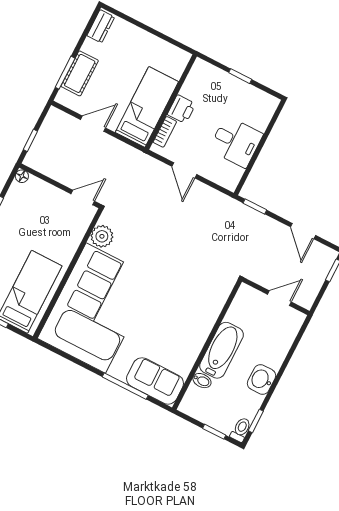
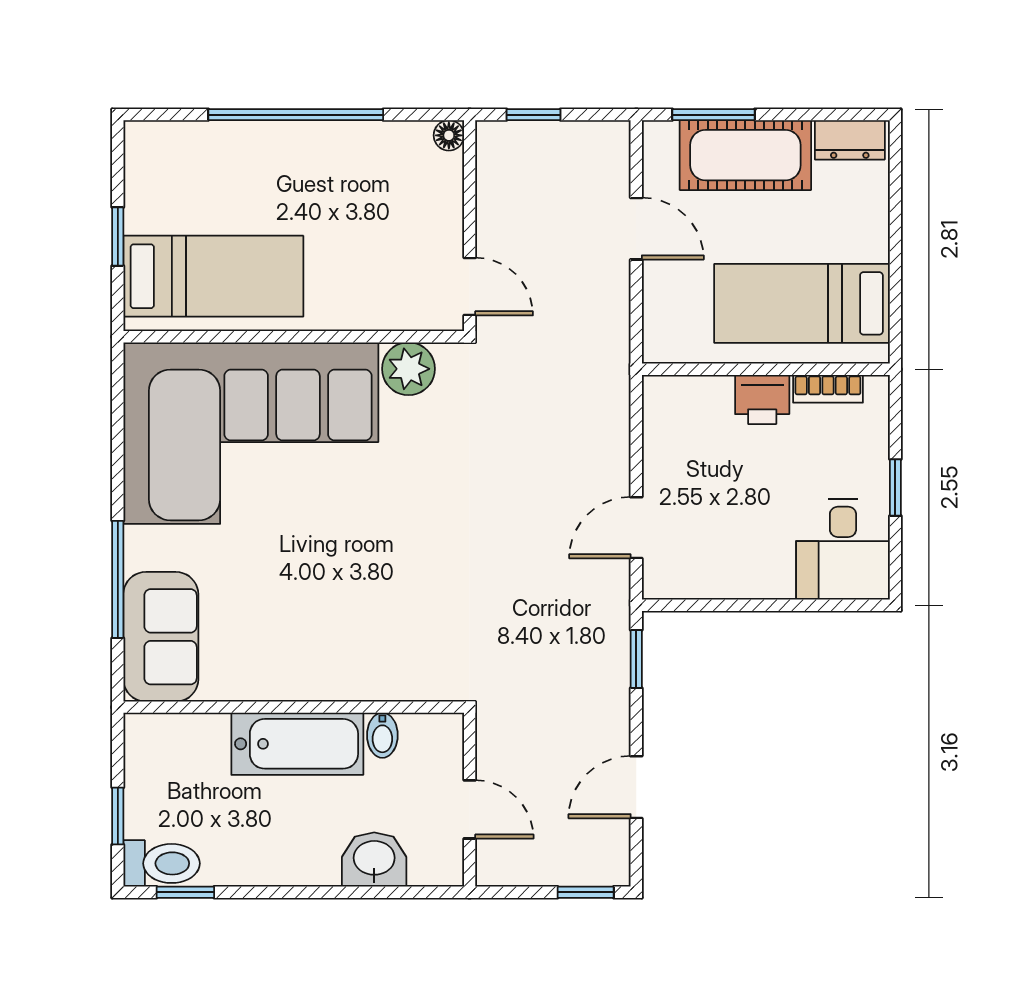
cot: (80, 73) -> (745, 155), width x1.37, depth x1.34
bed: (147, 107) -> (802, 303), moved, turned 180
bookcase: (165, 132) -> (828, 389), moved
desk: (236, 142) -> (843, 549), moved
door: (184, 170) -> (636, 528), moved
washbasin: (261, 379) -> (374, 859), moved
bidet: (202, 381) -> (382, 735), moved
toilet: (241, 430) -> (162, 863), width x1.37, depth x1.39

